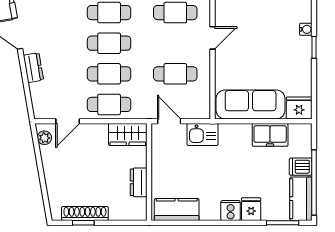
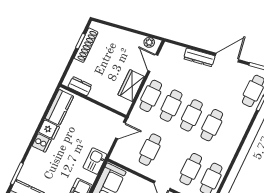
dresser: (33, 68) -> (199, 57), width x1.44
wardrobe: (128, 134) -> (131, 86), moved
kitchen sink: (203, 135) -> (95, 161), moved
dresser: (139, 182) -> (80, 86), moved
fridge: (251, 209) -> (49, 130), moved

